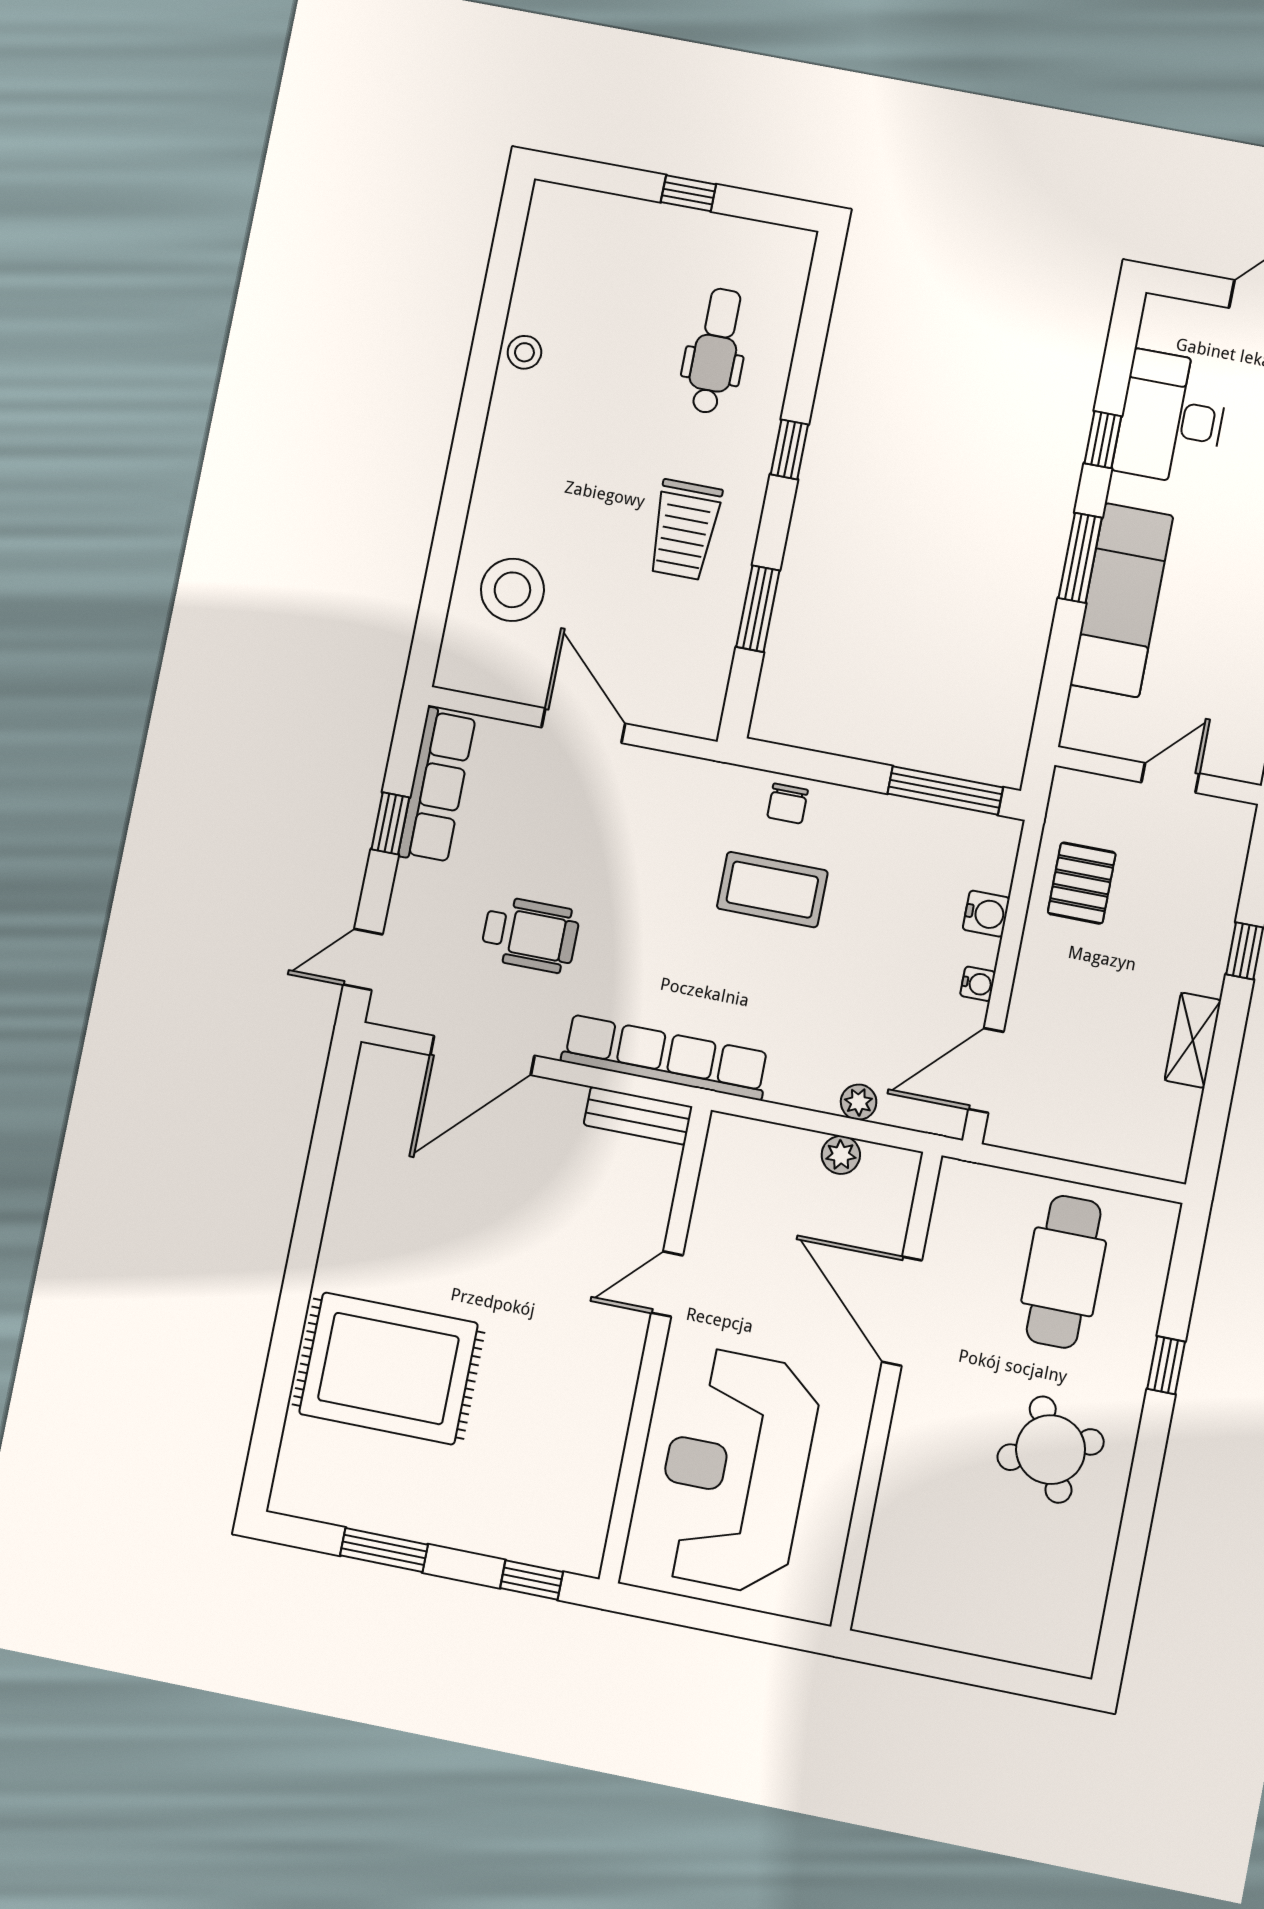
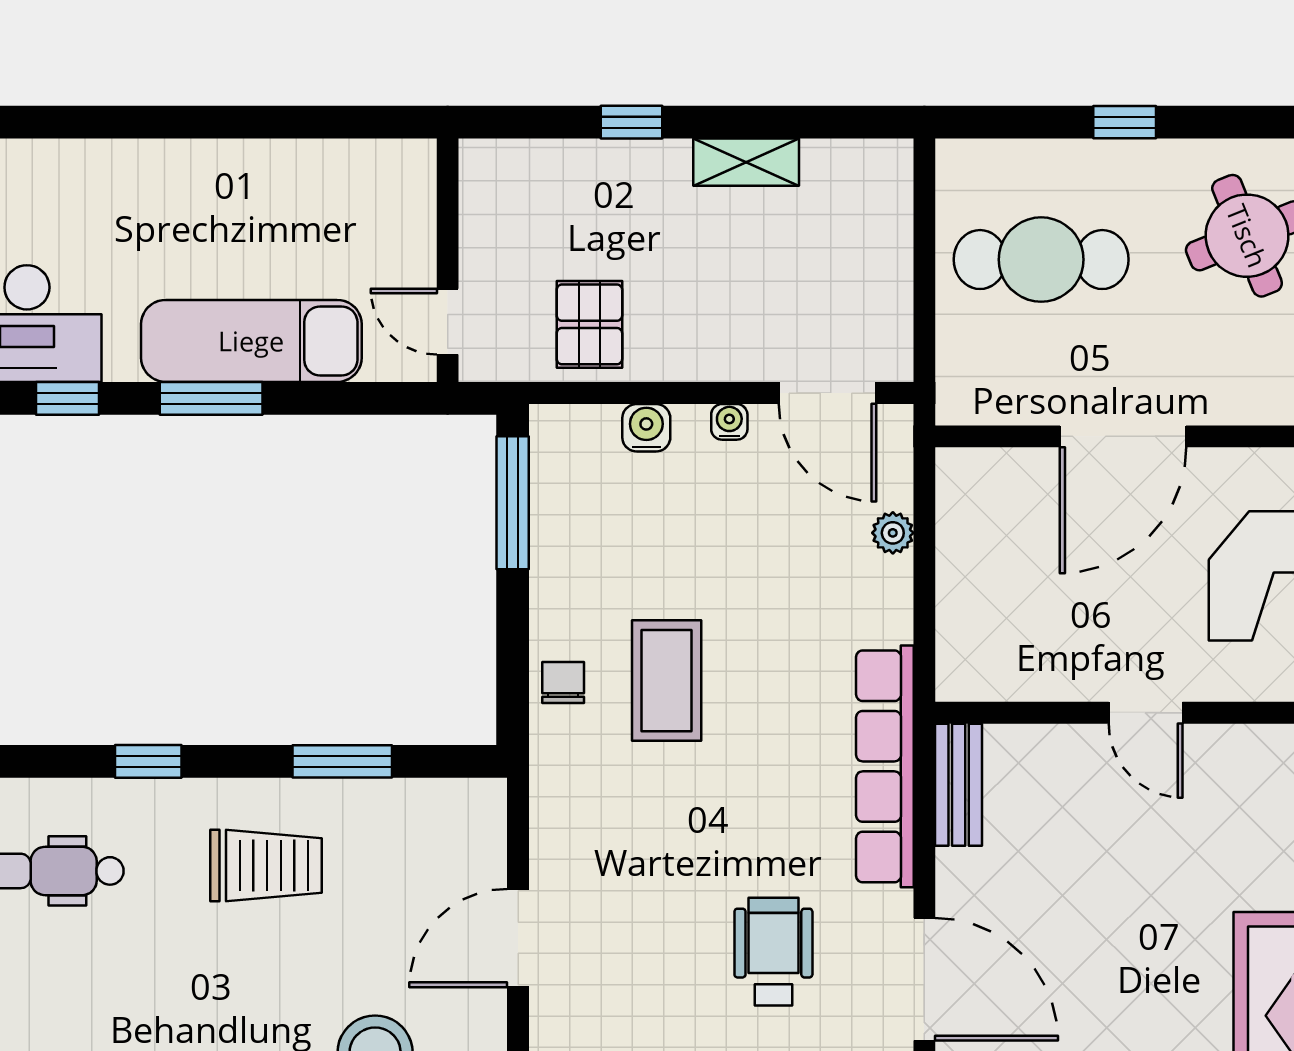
door: (1170, 778) -> (448, 322), moved
chair: (788, 804) -> (563, 682), turned -90
pallet: (1082, 883) -> (589, 324), turned 90
plant: (841, 1155) -> (958, 541), removed

